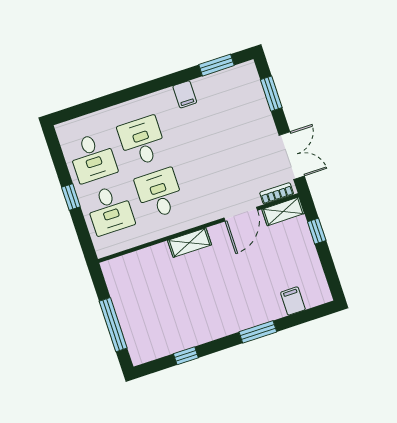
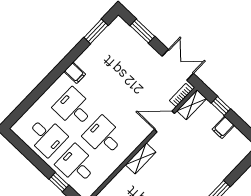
filing cabinet: (185, 94) -> (75, 73), moved
window: (71, 197) -> (59, 182), moved
desk: (110, 210) -> (76, 165), turned 180
door: (241, 214) -> (165, 121), swing flipped
filing cabinet: (293, 301) -> (223, 127), moved, turned -90

